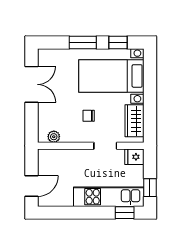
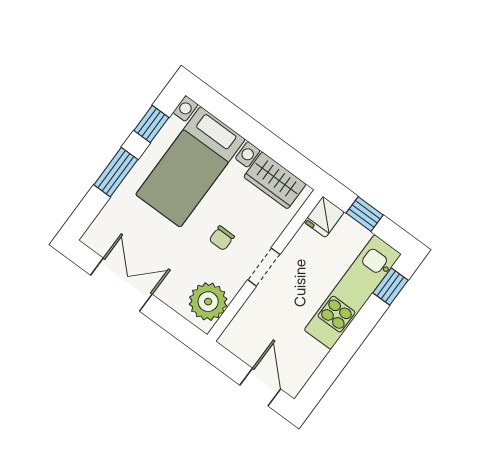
plant: (54, 137) -> (208, 302), width x1.88, depth x1.88
doorway: (105, 146) -> (264, 267), moved
window: (150, 188) -> (365, 214), moved

